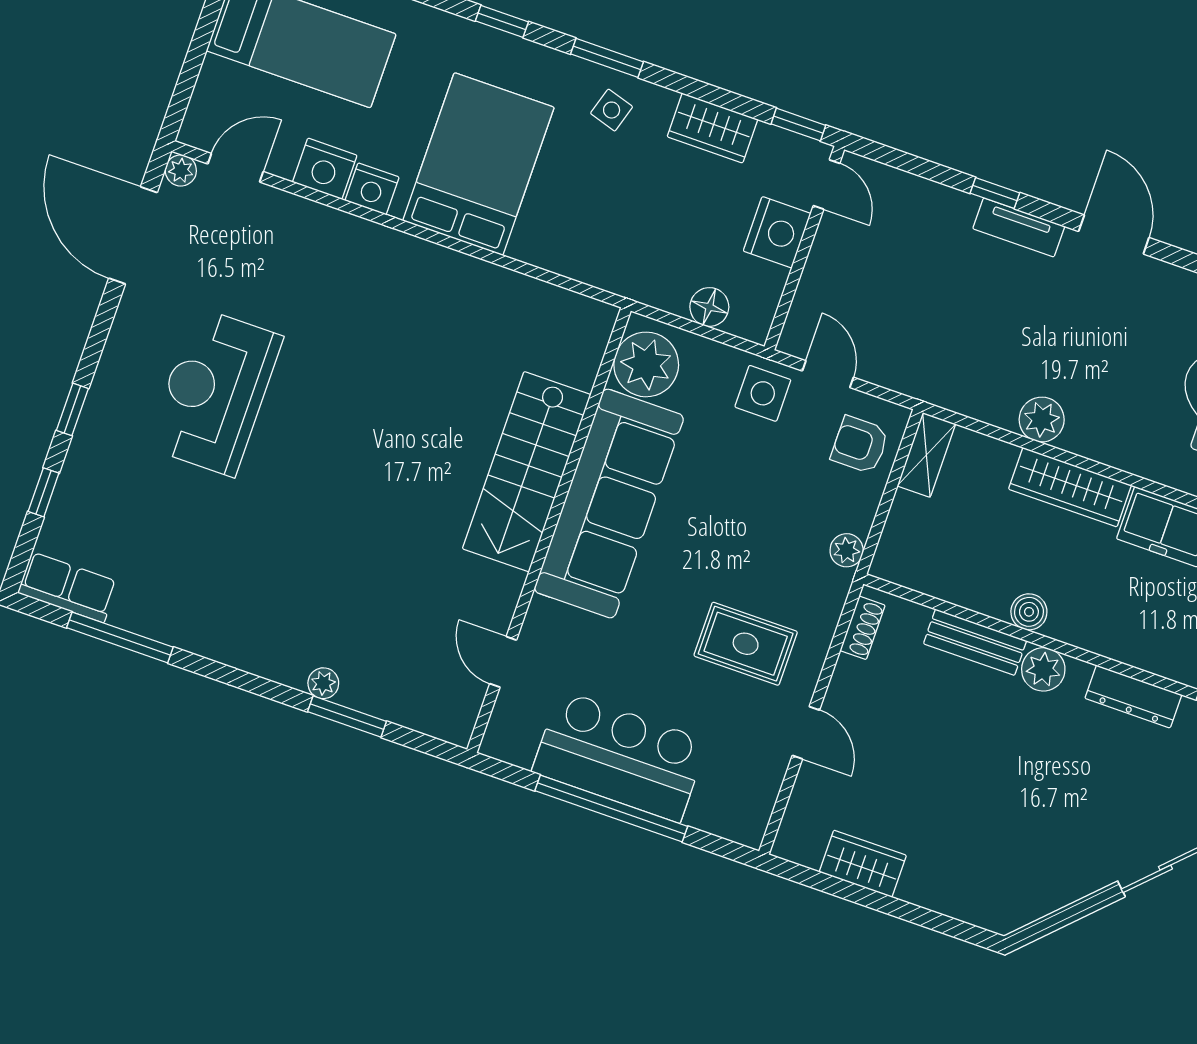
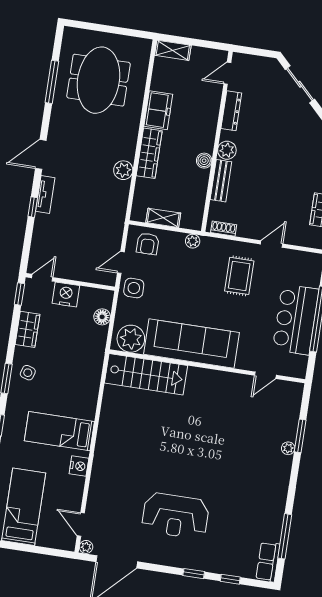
bed: (478, 164) -> (59, 431), width x0.67
nightstand: (325, 169) -> (74, 487), removed
shelving: (926, 455) -> (163, 218), moved
stairs: (527, 472) -> (146, 374), moved

